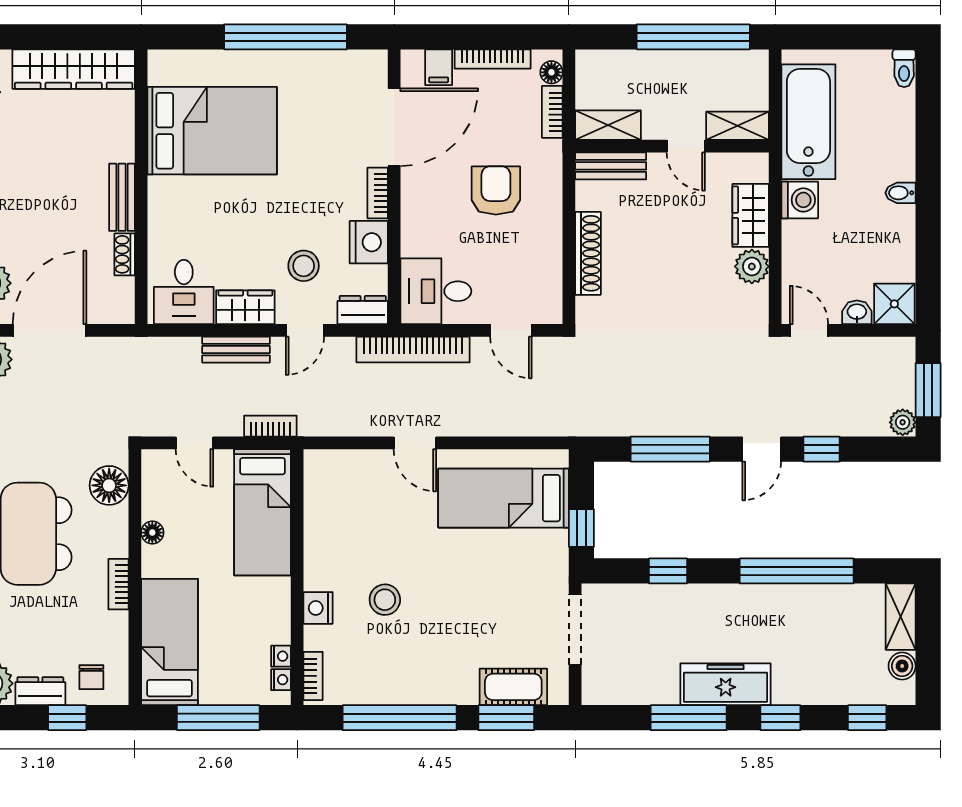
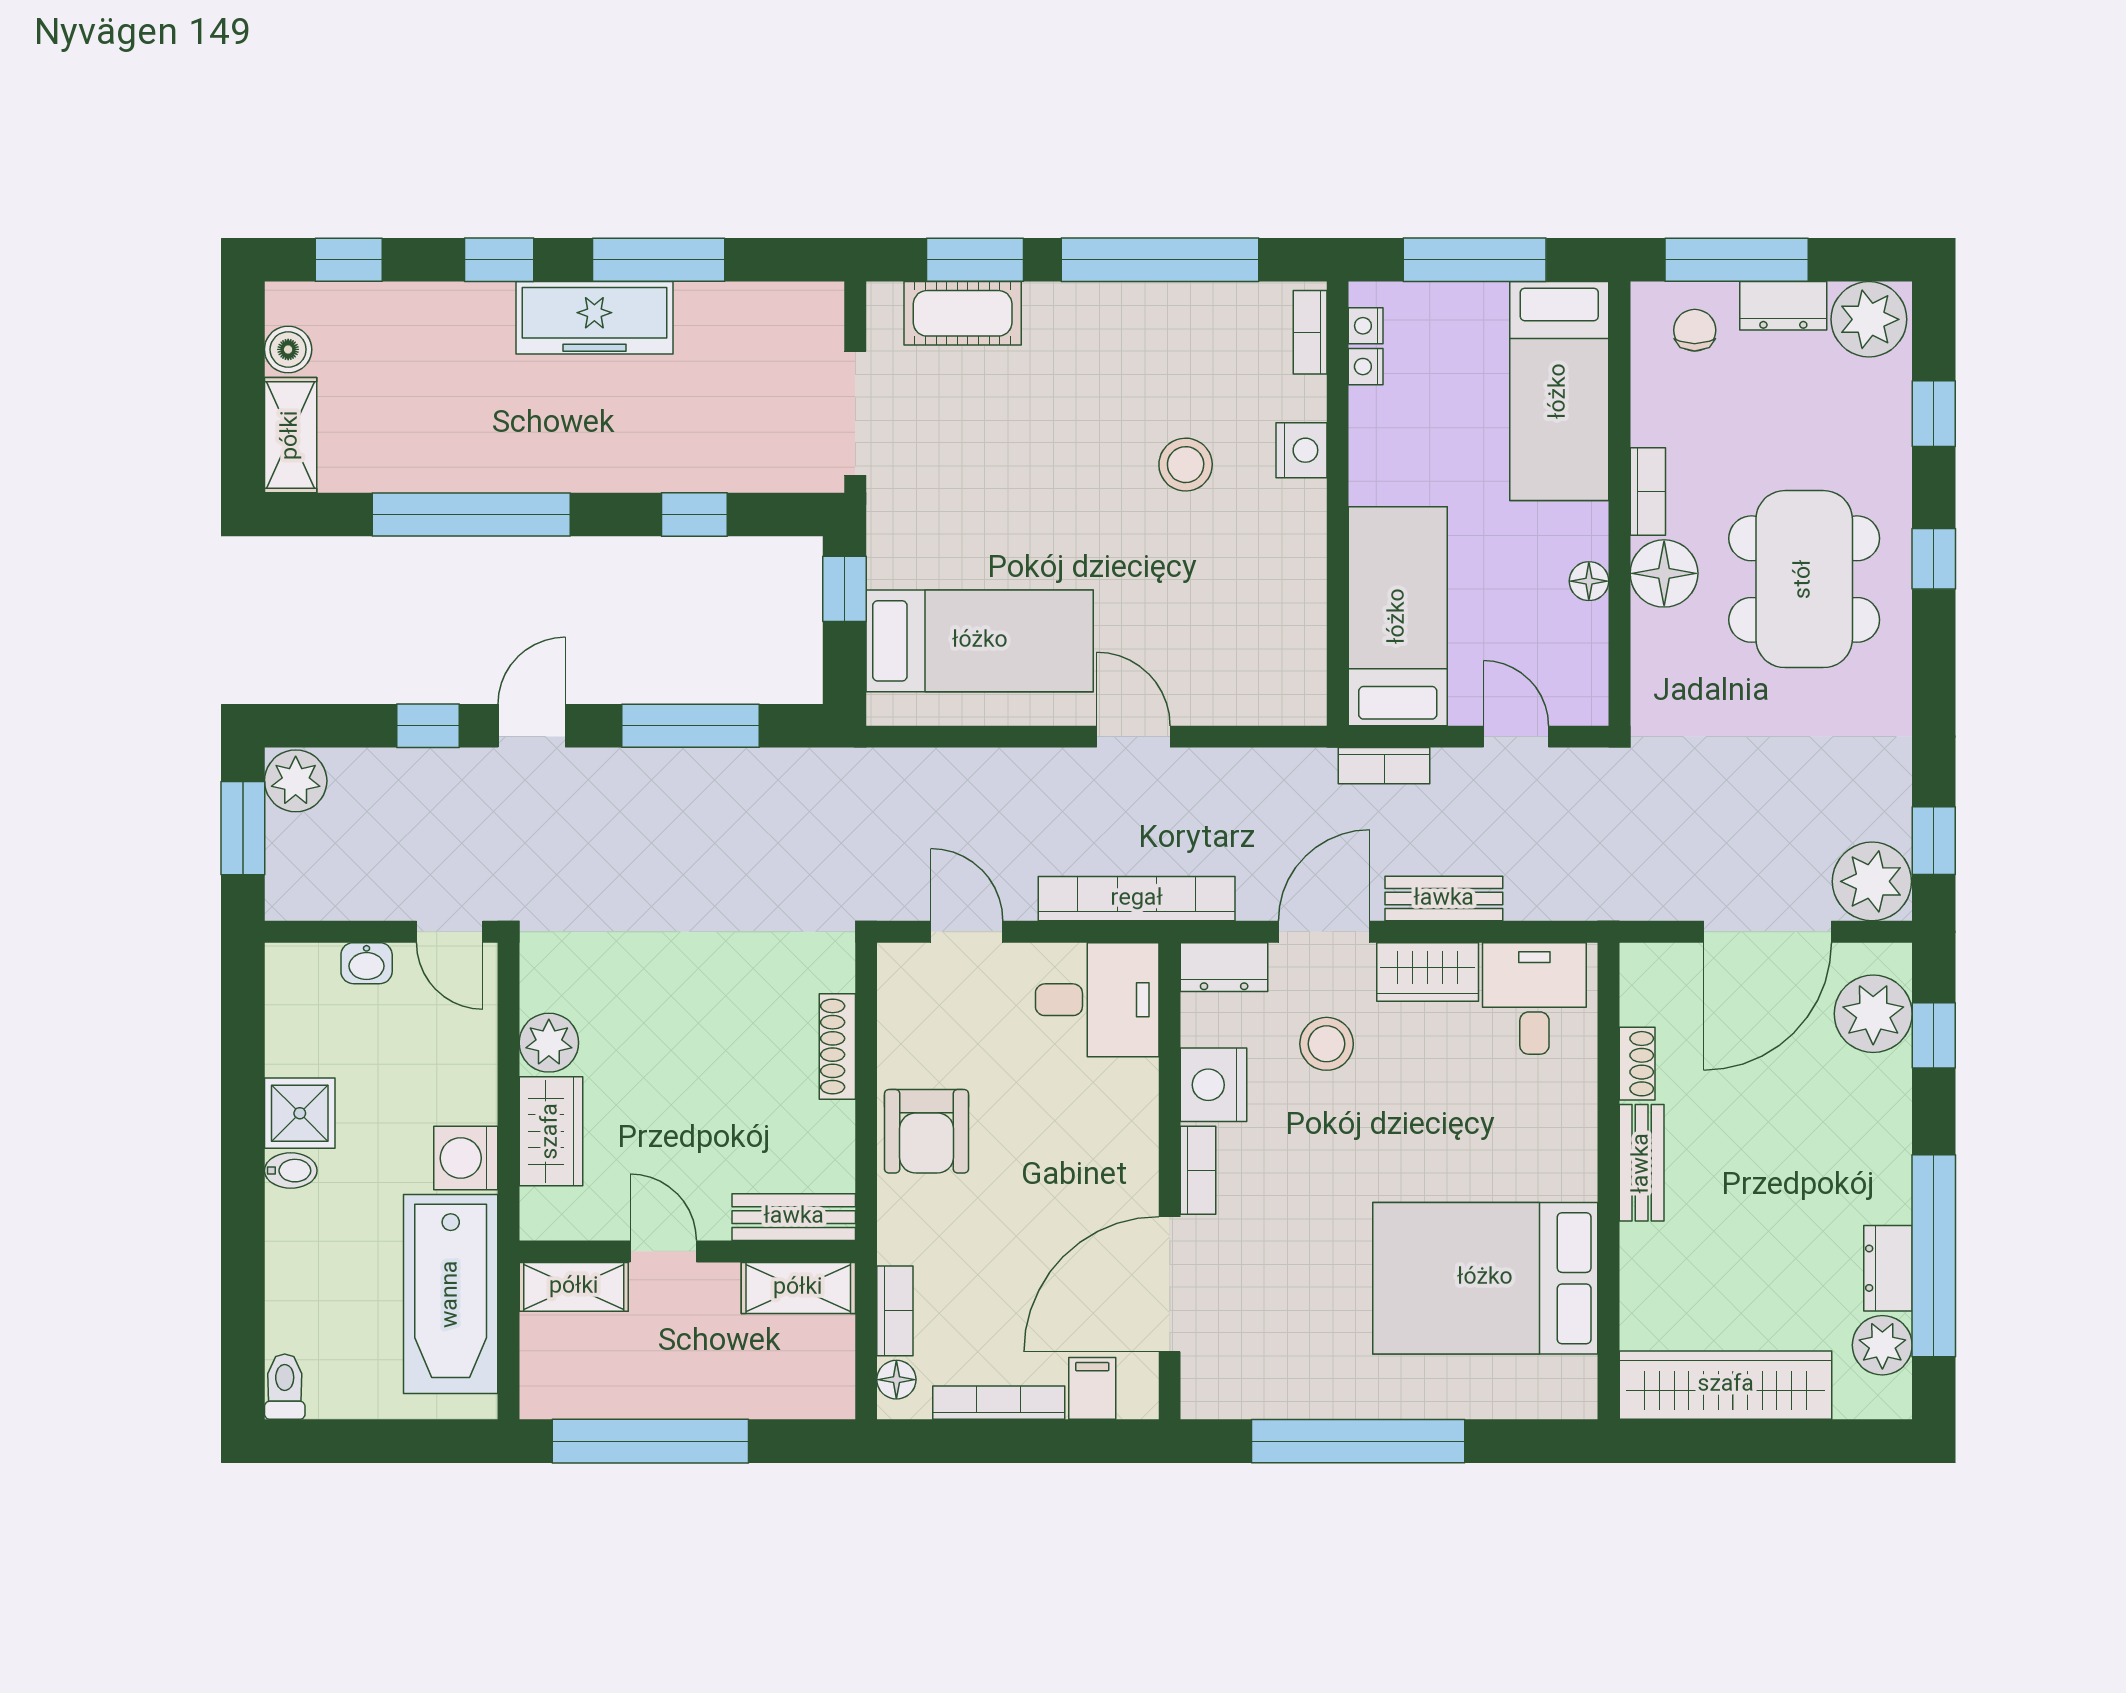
armchair: (496, 190) -> (927, 1131), moved
shoe rack: (588, 253) -> (837, 1047), width x0.74, depth x0.81
shower: (894, 304) -> (300, 1113), moved
door: (305, 330) -> (1324, 932), width x1.37
plant: (903, 422) -> (296, 781), width x1.38, depth x1.38
floor lamp: (109, 485) -> (1664, 573), moved
window: (67, 718) -> (1737, 260), width x2.17

